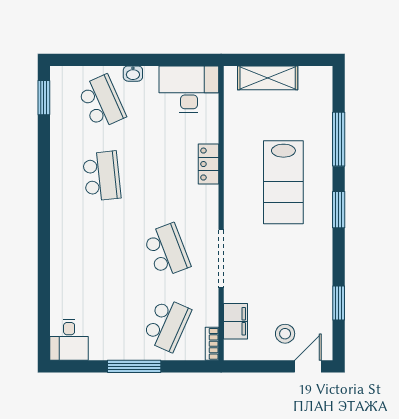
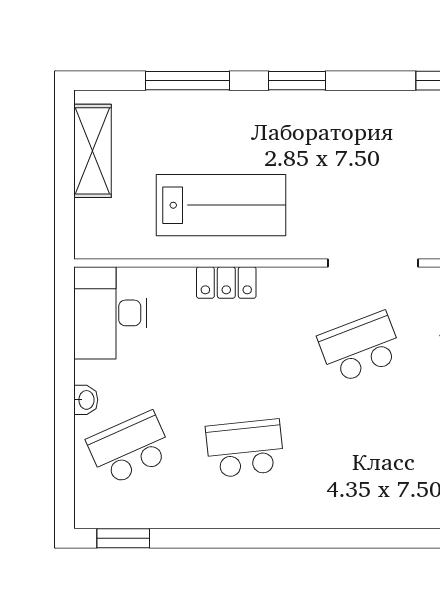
shelving: (268, 78) -> (92, 151), moved
lab bench: (283, 182) -> (221, 205), moved

